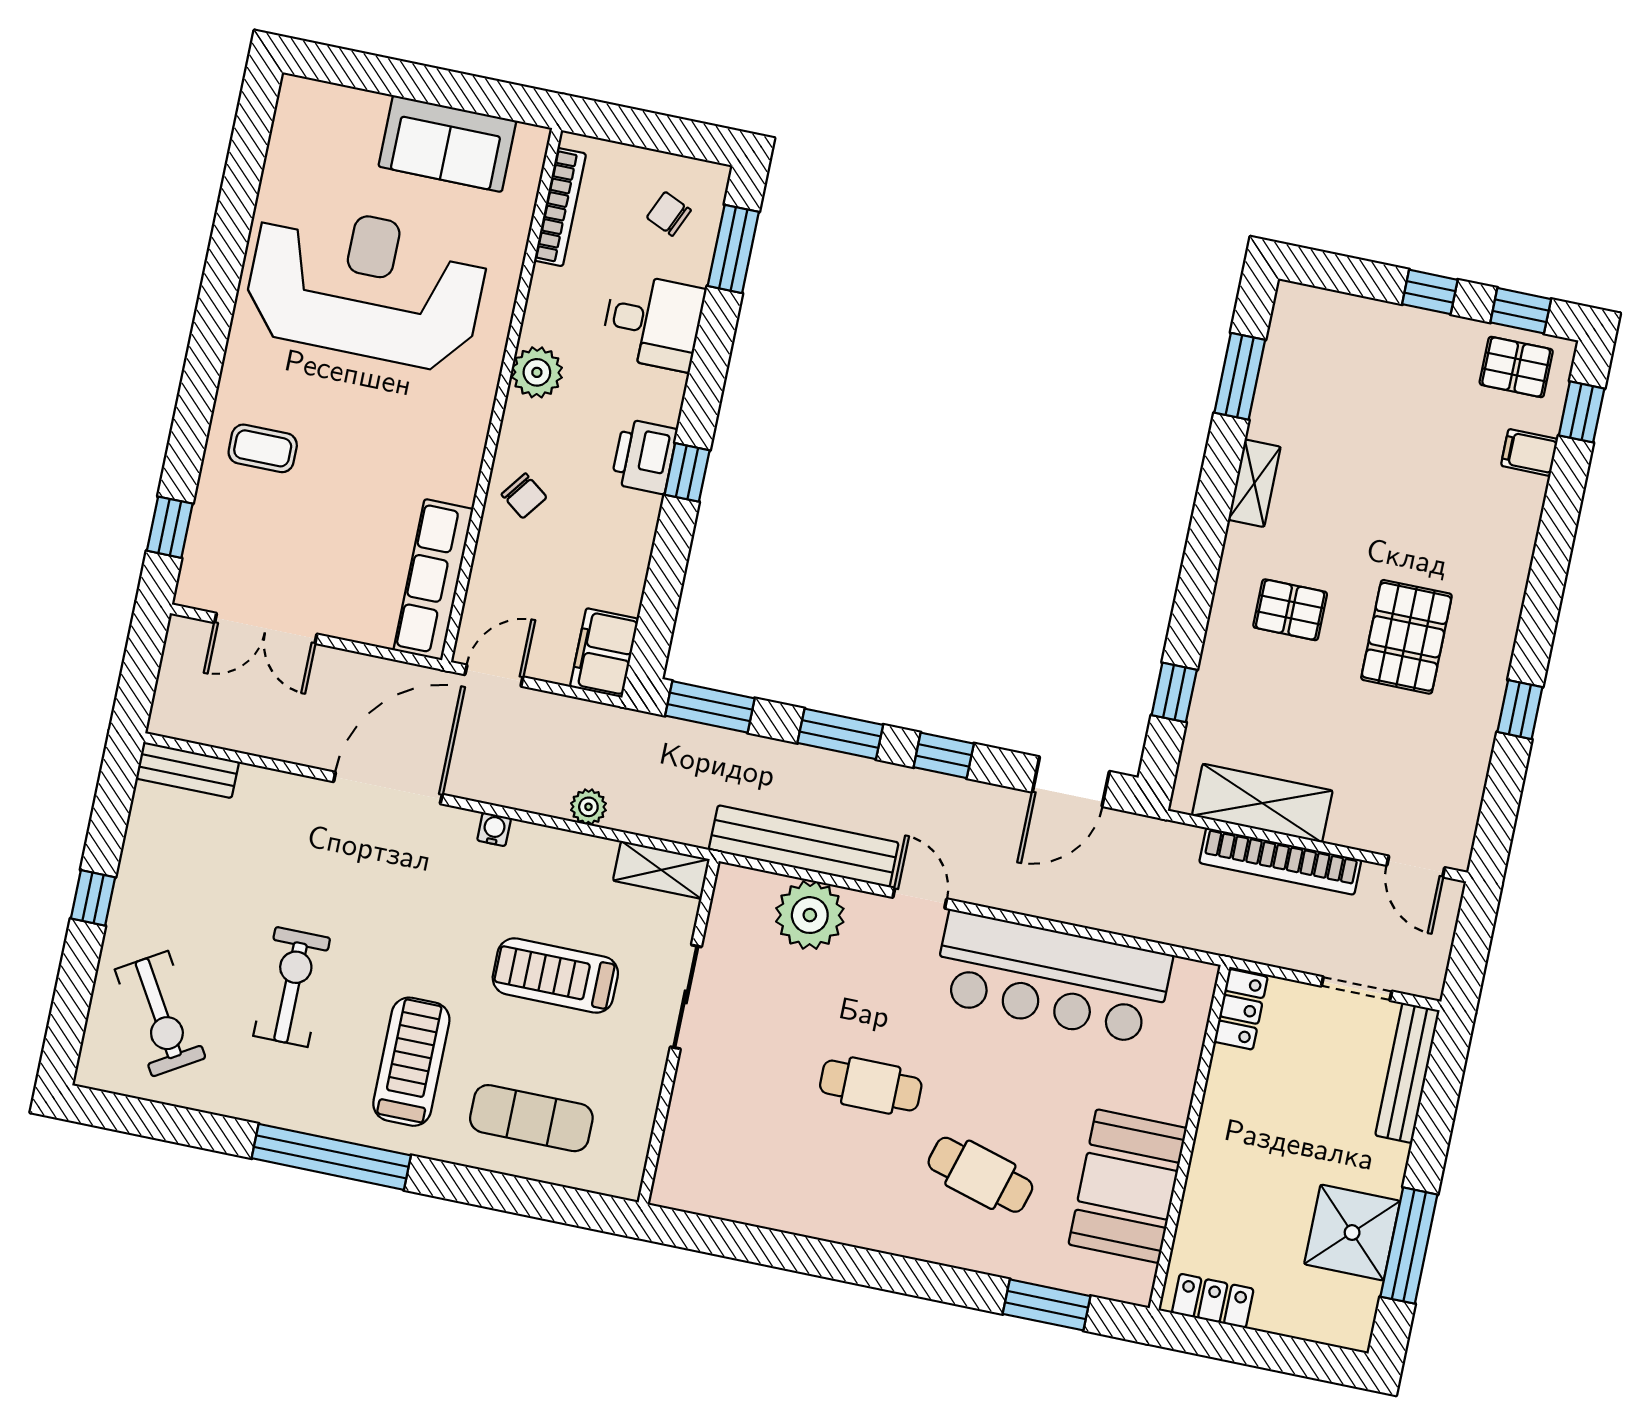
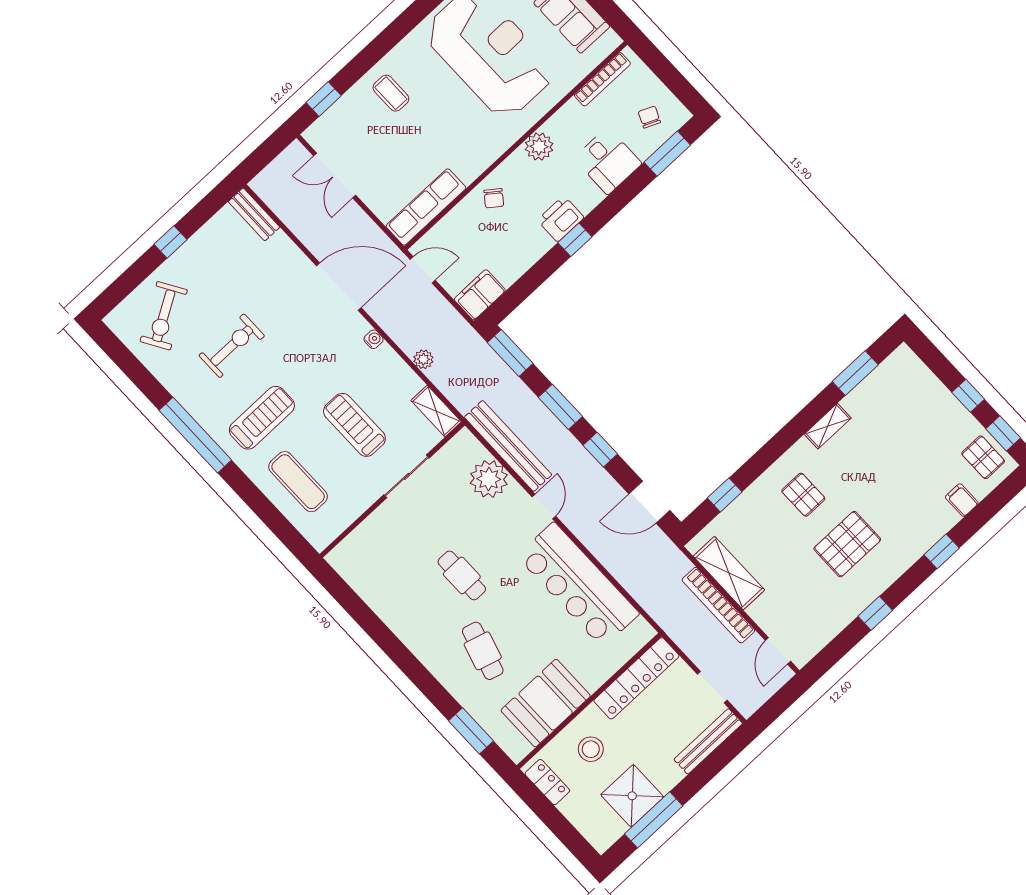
window: (1582, 412) -> (942, 551), moved
locker: (1241, 1009) -> (636, 678), width x2.16, depth x1.21
stool: (1242, 1207) -> (591, 749), added

